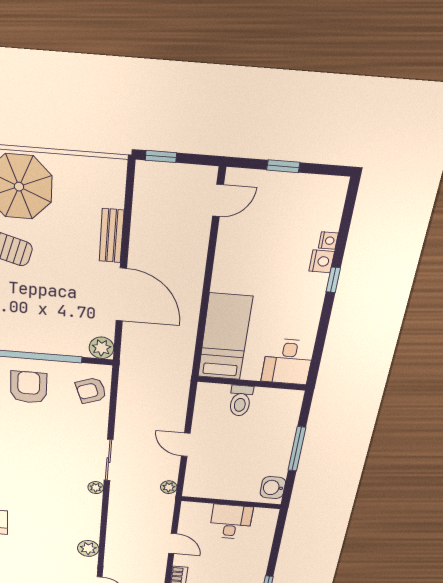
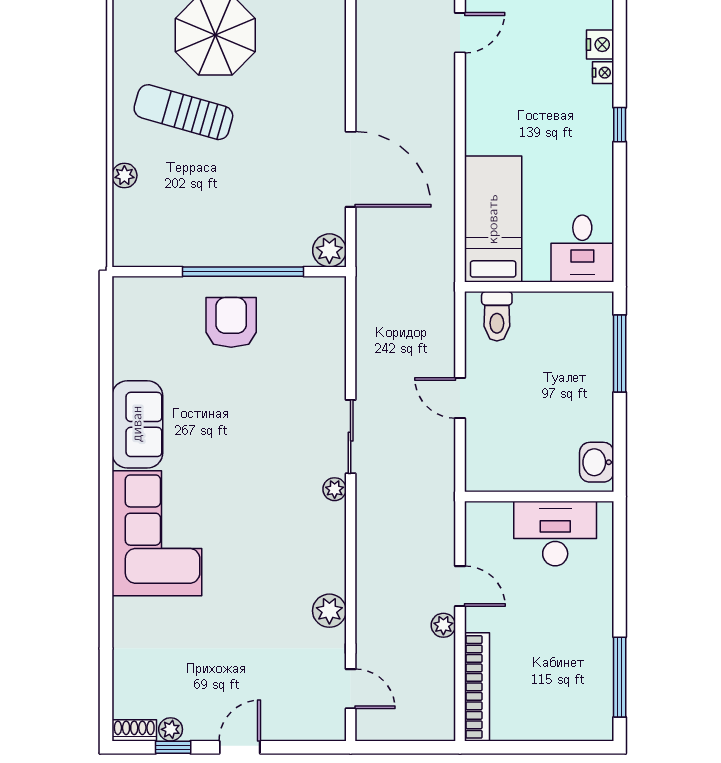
bench: (111, 236) -> (333, 89), removed
nightstand: (322, 261) -> (600, 45), moved
armchair: (91, 390) -> (319, 319), removed
toilet: (241, 401) -> (497, 316), moved
window: (297, 449) -> (620, 354), moved
plant: (169, 487) -> (443, 625), moved
desk: (231, 522) -> (555, 533), width x1.37

